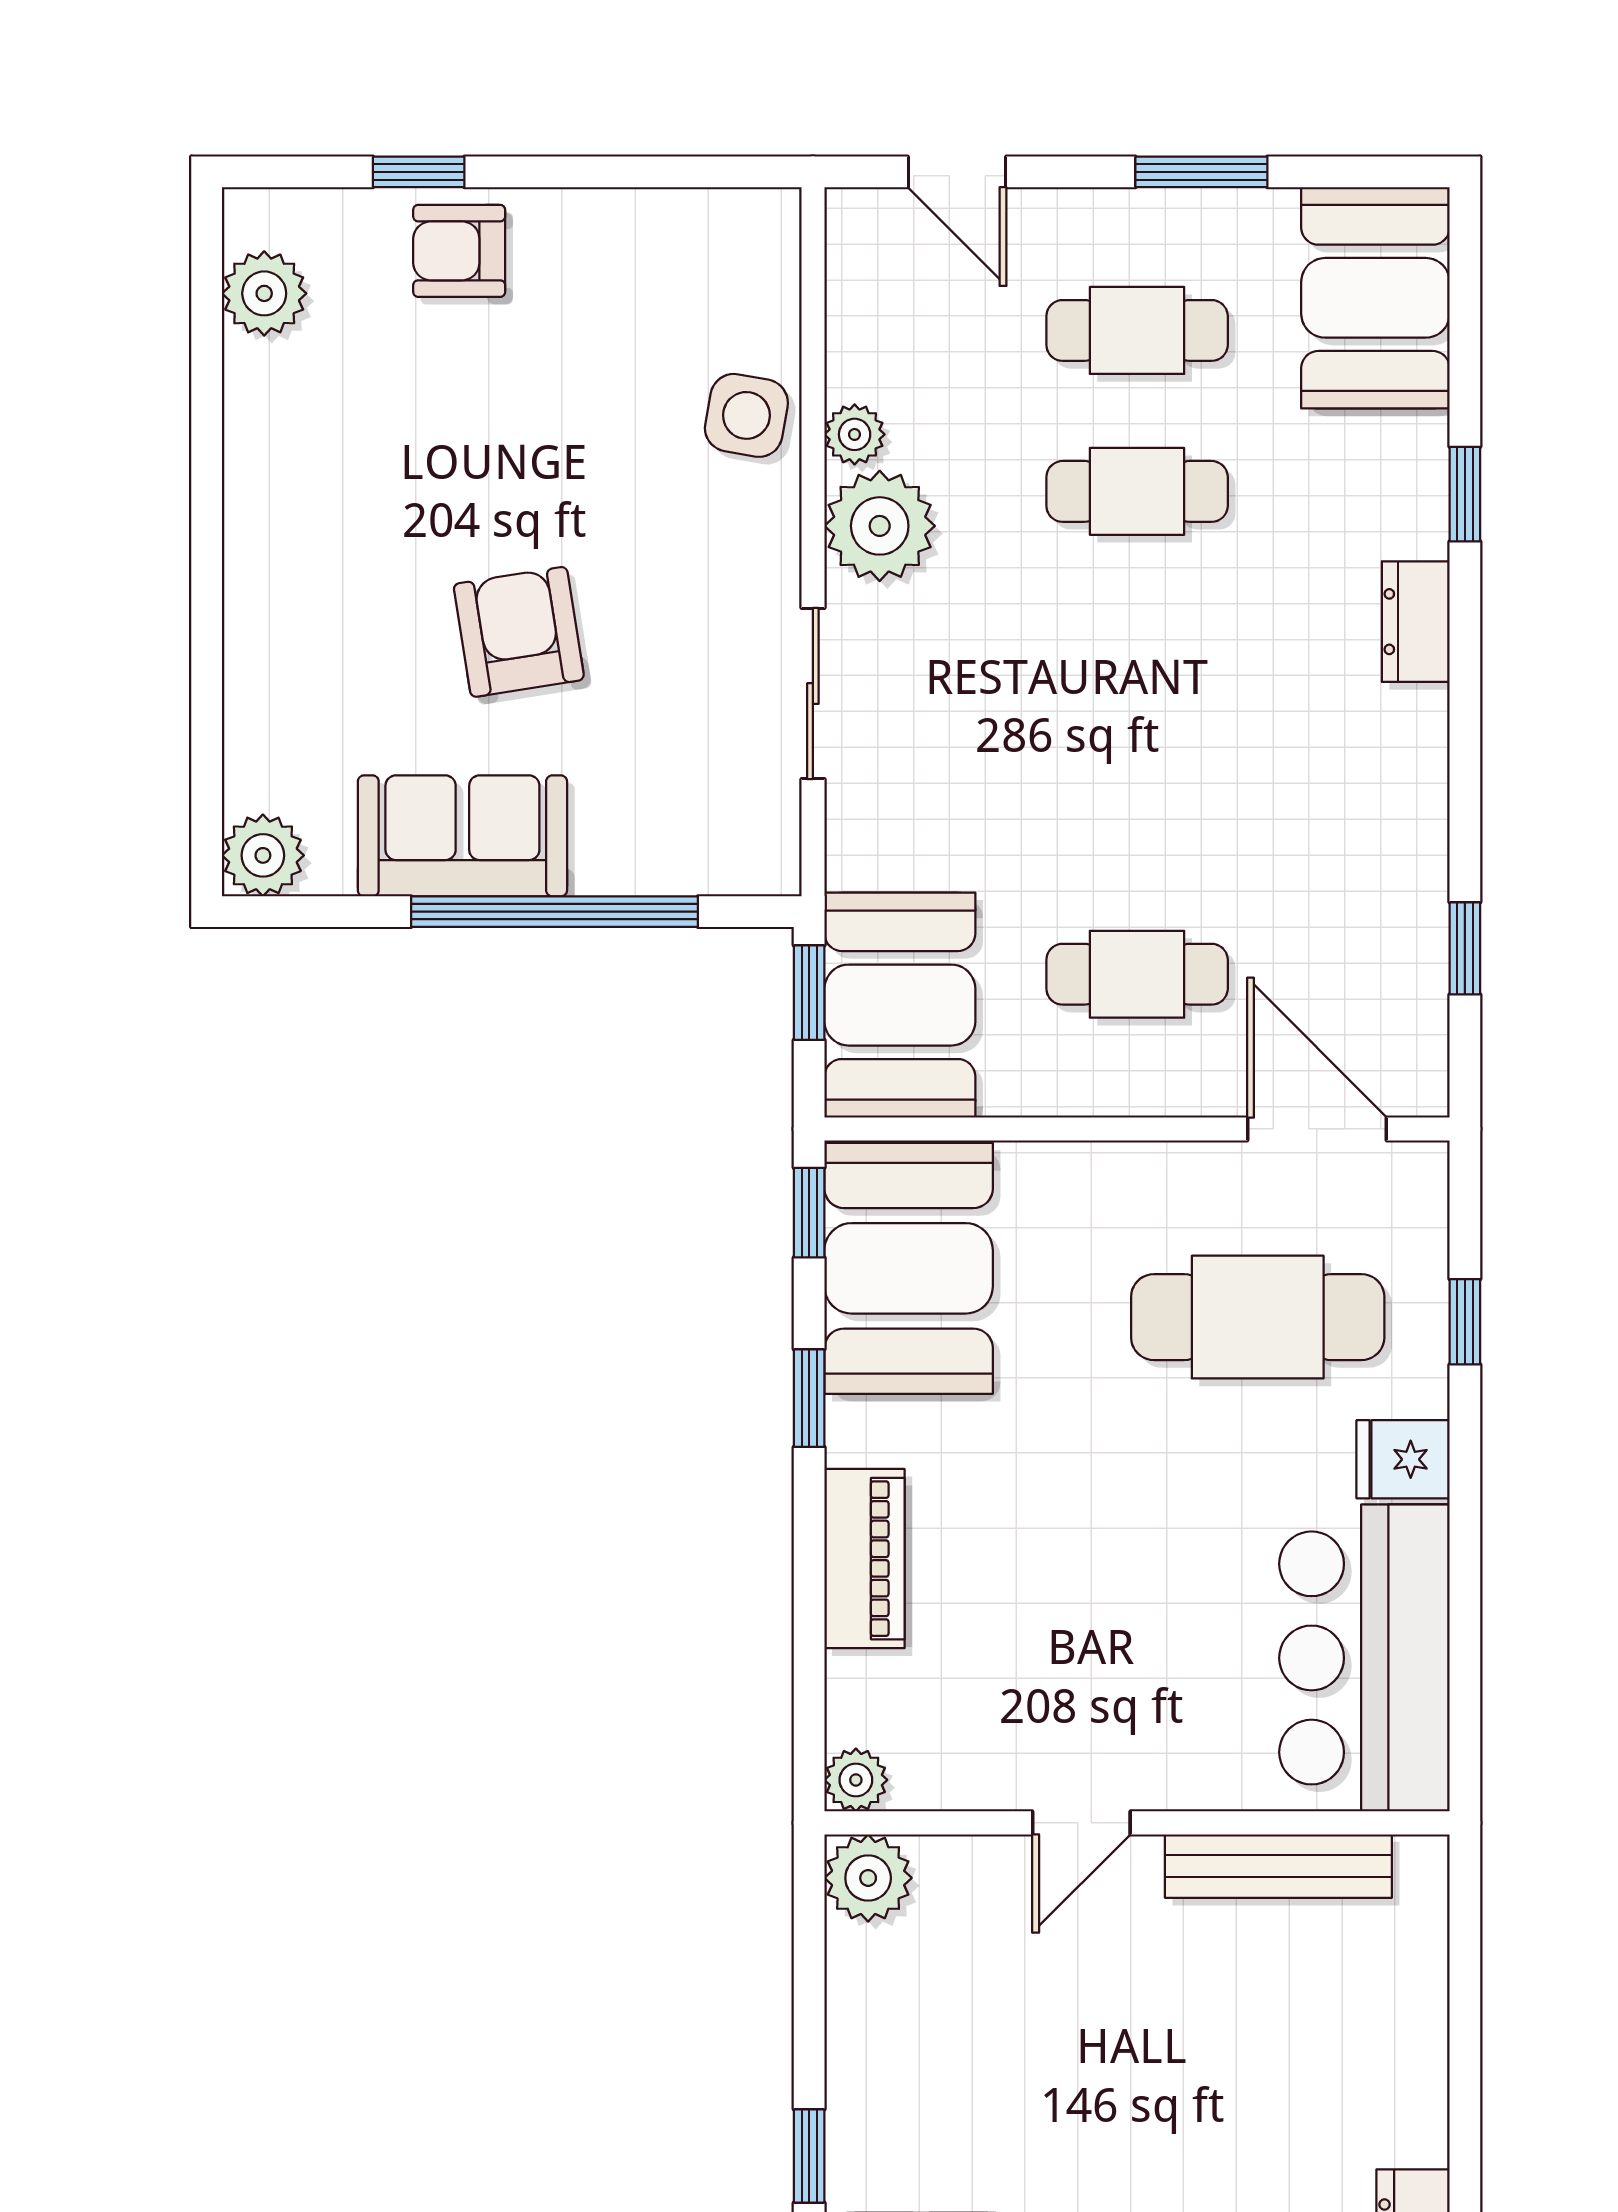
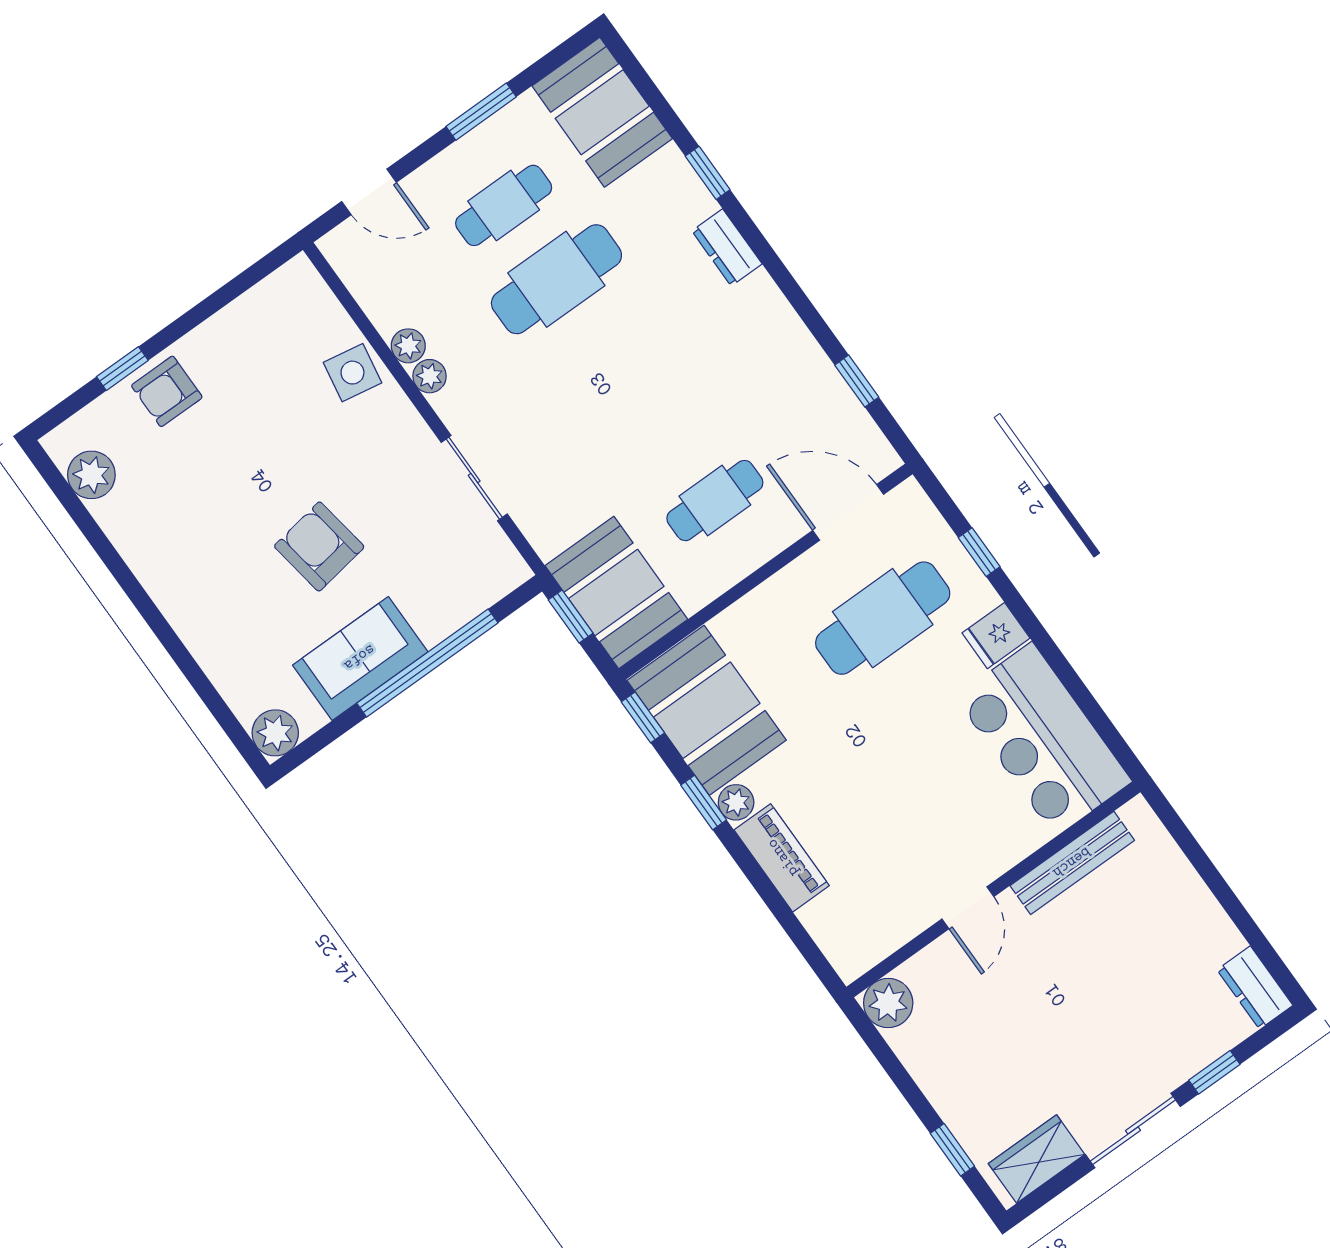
cafe table: (1137, 491) -> (556, 279), width x1.37, depth x1.35
plant: (880, 526) -> (430, 376), width x0.53, depth x0.53
plant: (856, 1780) -> (736, 802), moved

